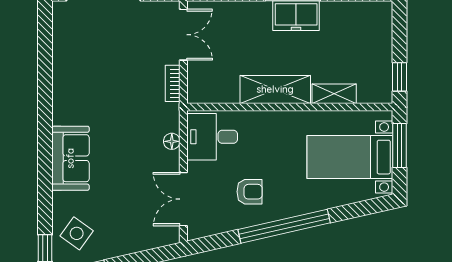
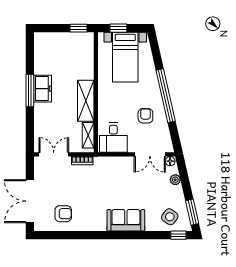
armchair: (82, 51) -> (63, 214), added
shelving: (334, 94) -> (88, 135), moved
floor lamp: (172, 141) -> (170, 161), moved
window: (400, 146) -> (118, 28), width x0.67
plant: (140, 243) -> (175, 180), added

